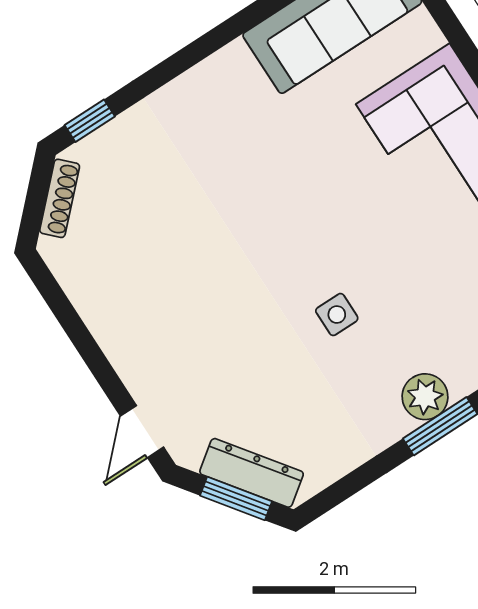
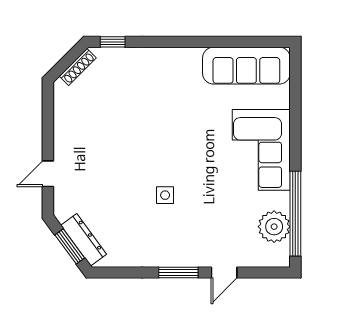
plant: (425, 397) -> (180, 255), removed
door: (142, 432) -> (48, 174), moved

